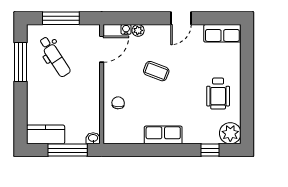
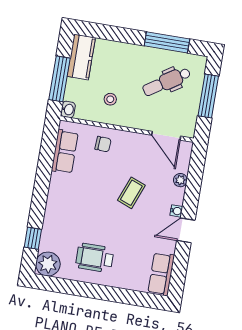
door: (181, 18) -> (186, 230), hinge flipped
water cooler: (126, 29) -> (176, 211), moved
stool: (78, 103) -> (110, 99), added
row of seats: (163, 135) -> (65, 152), moved

